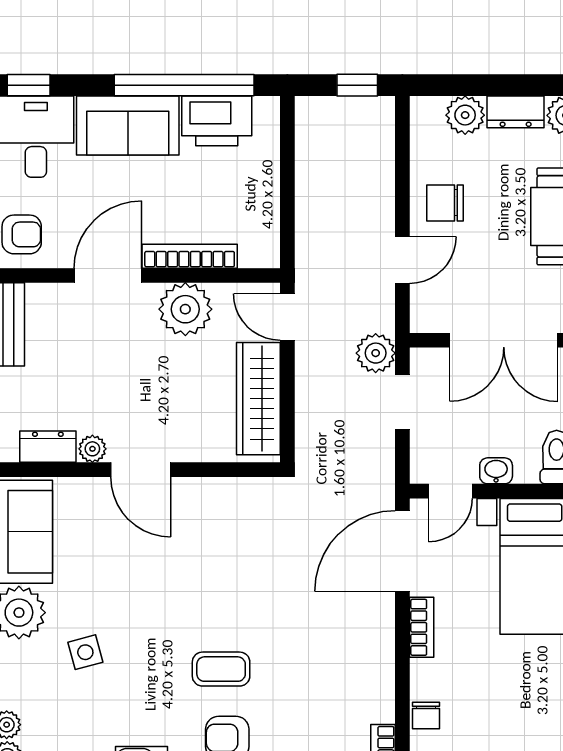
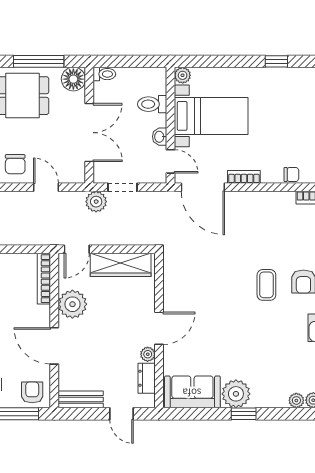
bookcase: (190, 256) -> (44, 279), moved
side table: (85, 652) -> (257, 358), removed

